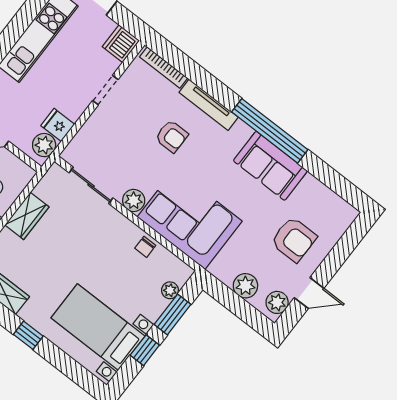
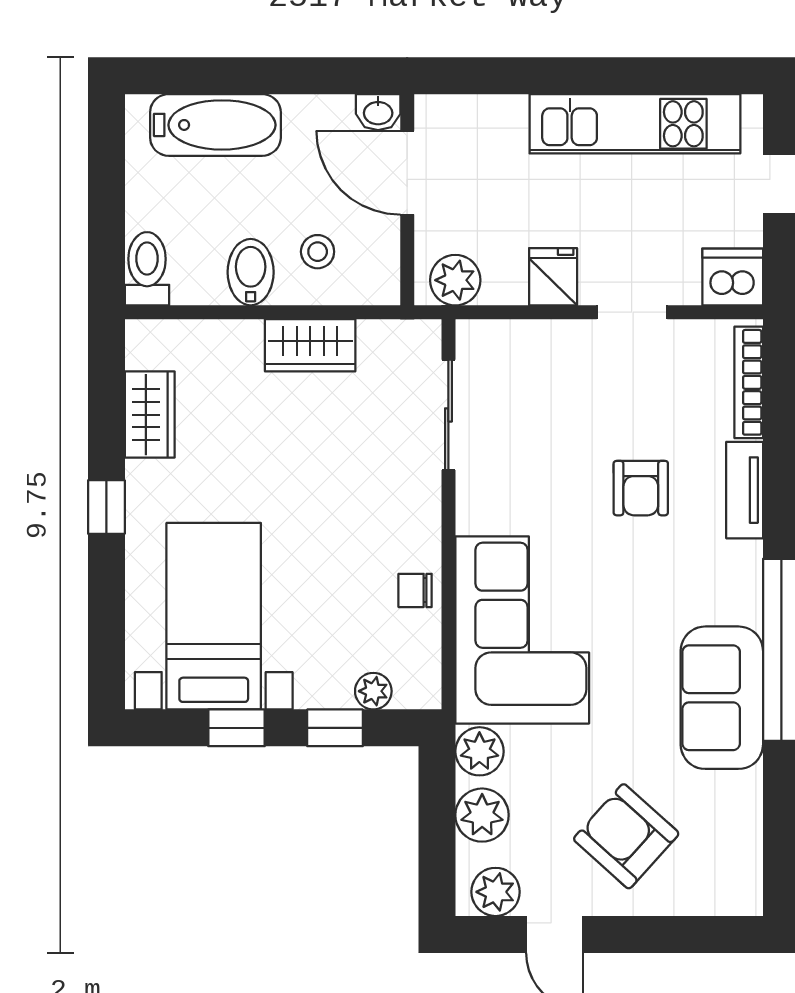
tv unit: (209, 105) -> (745, 490), width x0.71
fridge: (58, 125) -> (553, 277), moved
plant: (134, 200) -> (479, 751), moved
armchair: (294, 239) -> (626, 836), turned 132
window: (172, 314) -> (335, 728), width x0.67

